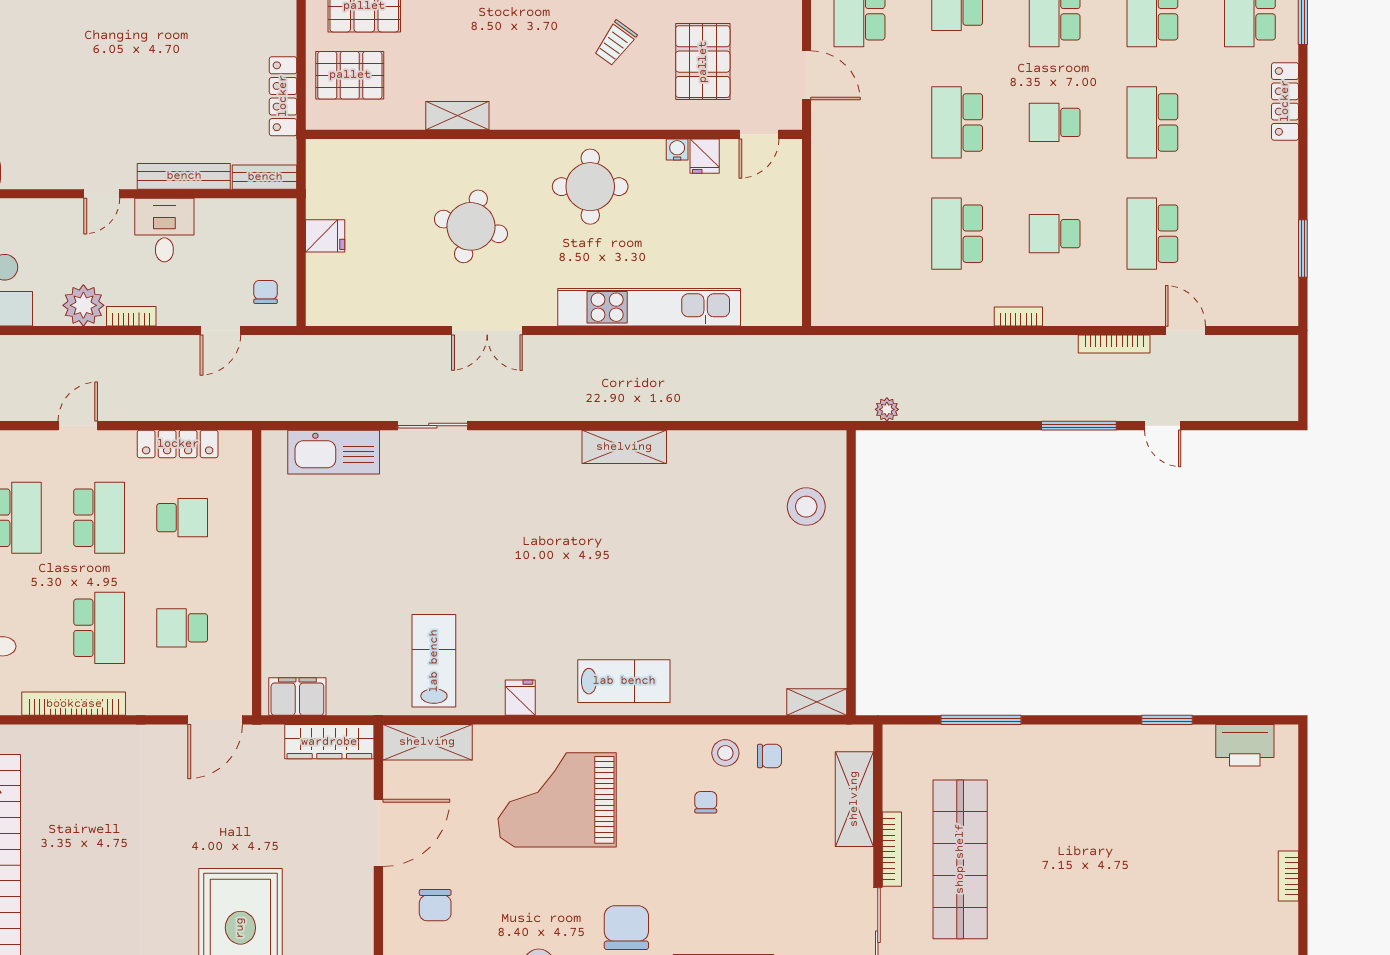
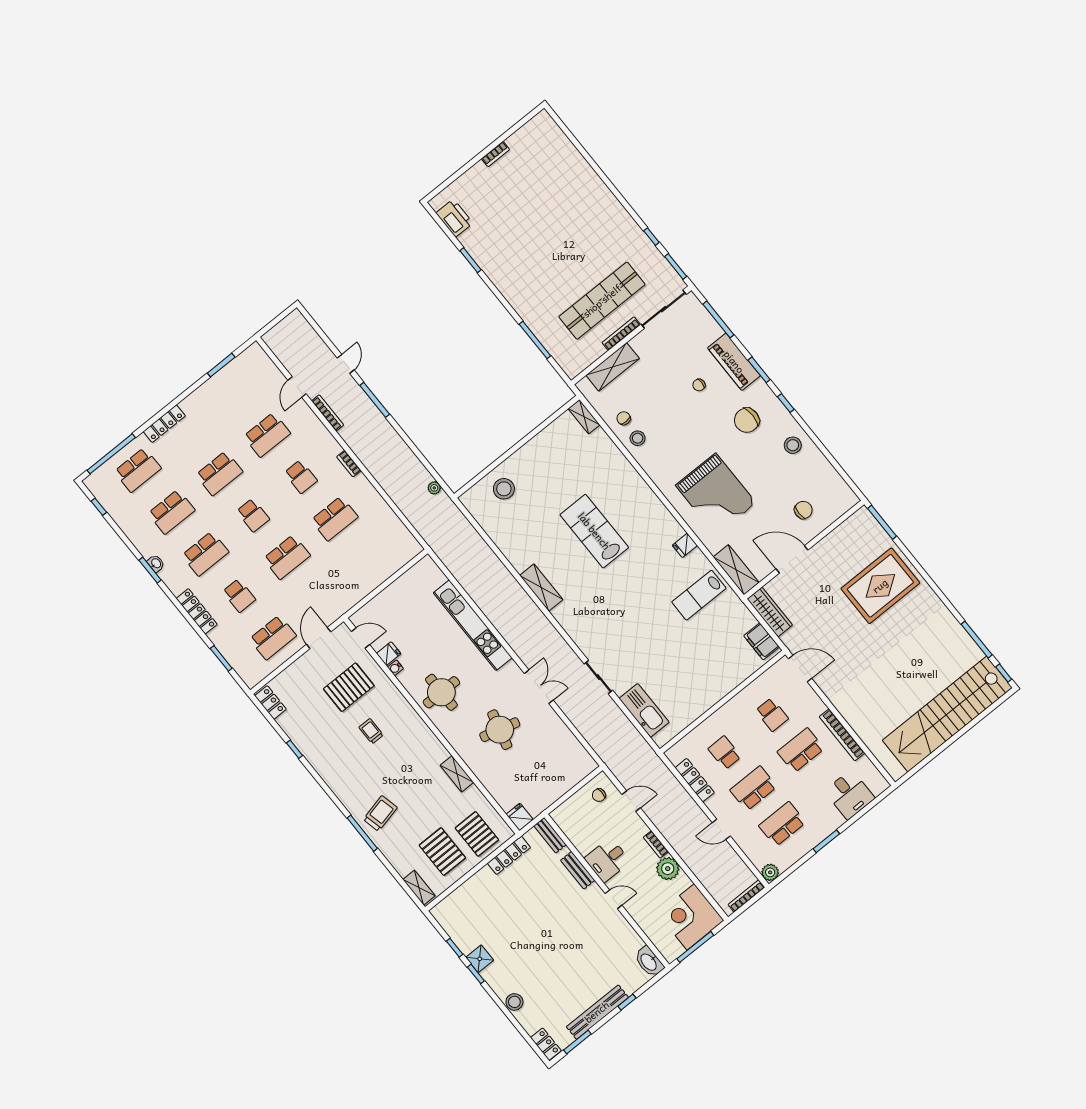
trolley: (615, 43) -> (371, 731), turned -126
bench: (184, 176) -> (578, 870), width x0.73
fridge: (325, 236) -> (520, 817), moved
lab bench: (624, 681) -> (594, 531), moved, width x1.36, depth x1.39
chair: (706, 802) -> (699, 385), moved

